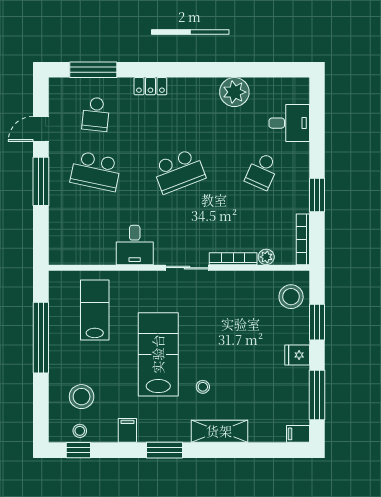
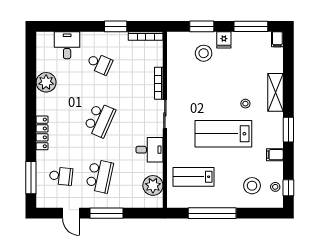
locker: (150, 86) -> (42, 133), width x1.53
school desk: (179, 171) -> (100, 120), turned 45
plant: (266, 257) -> (153, 185), moved, width x1.87, depth x1.87
stool: (291, 297) -> (204, 53), moved

